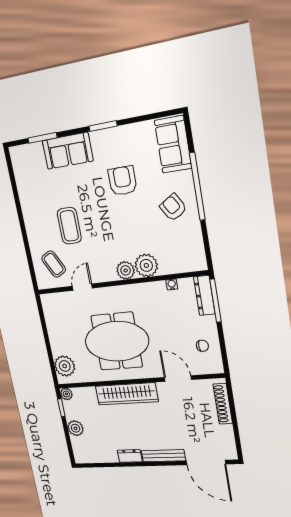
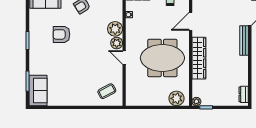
sofa: (68, 151) -> (38, 90), moved
coffee table: (69, 226) -> (84, 75), removed
door: (82, 287) -> (124, 57), moved
meeting table: (117, 341) -> (162, 58), turned 90
plant: (75, 428) -> (222, 100), removed
dresser: (130, 456) -> (244, 94), moved

